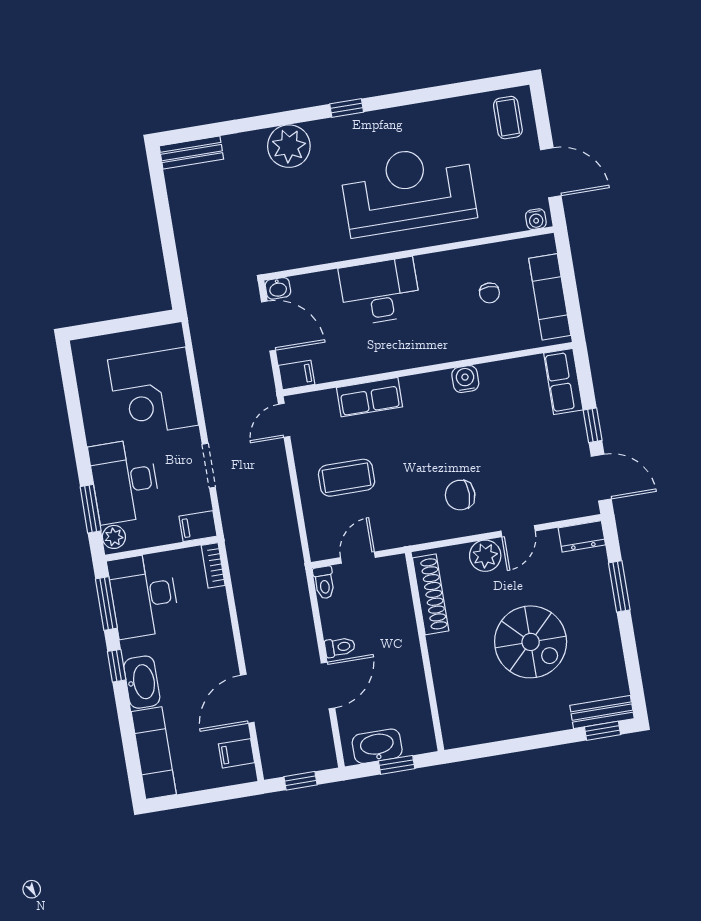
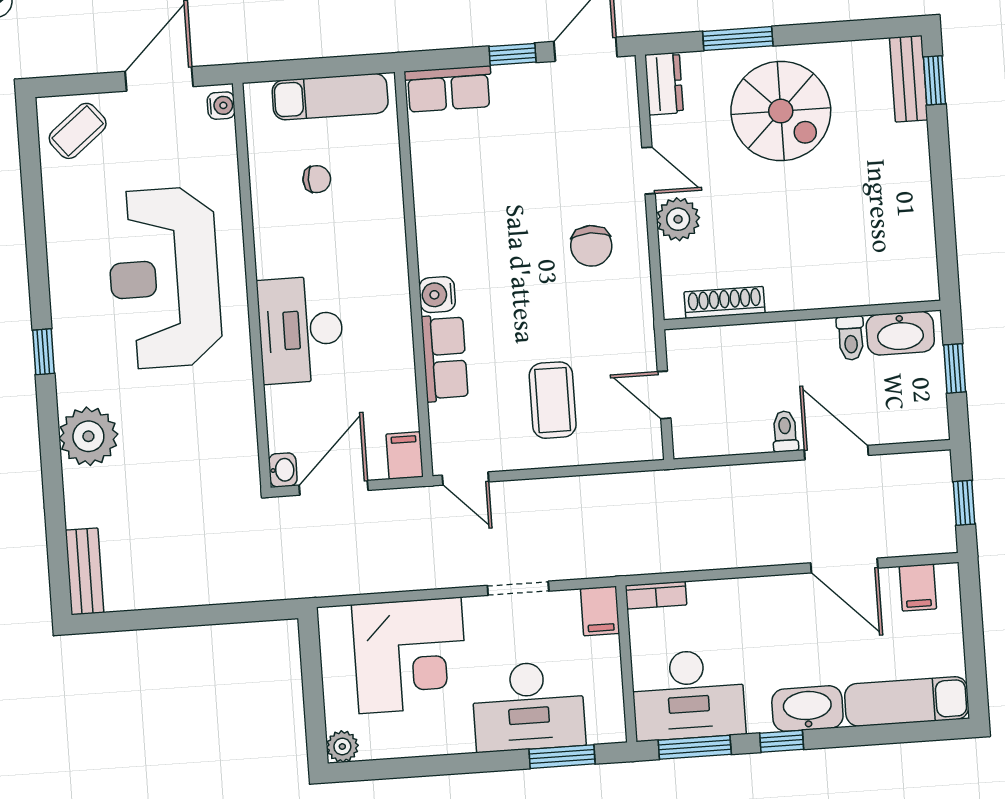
coffee table: (508, 118) -> (78, 131), turned -39
water cooler: (465, 379) -> (437, 295), moved
plant: (114, 537) -> (342, 746), moved
toilet: (324, 582) -> (851, 338), moved, turned 90
shoe rack: (431, 594) -> (725, 302), width x0.74, depth x0.81
spiral stairs: (531, 642) -> (781, 111), moved, turned 90
washbasin: (377, 746) -> (900, 333), moved, turned -90

